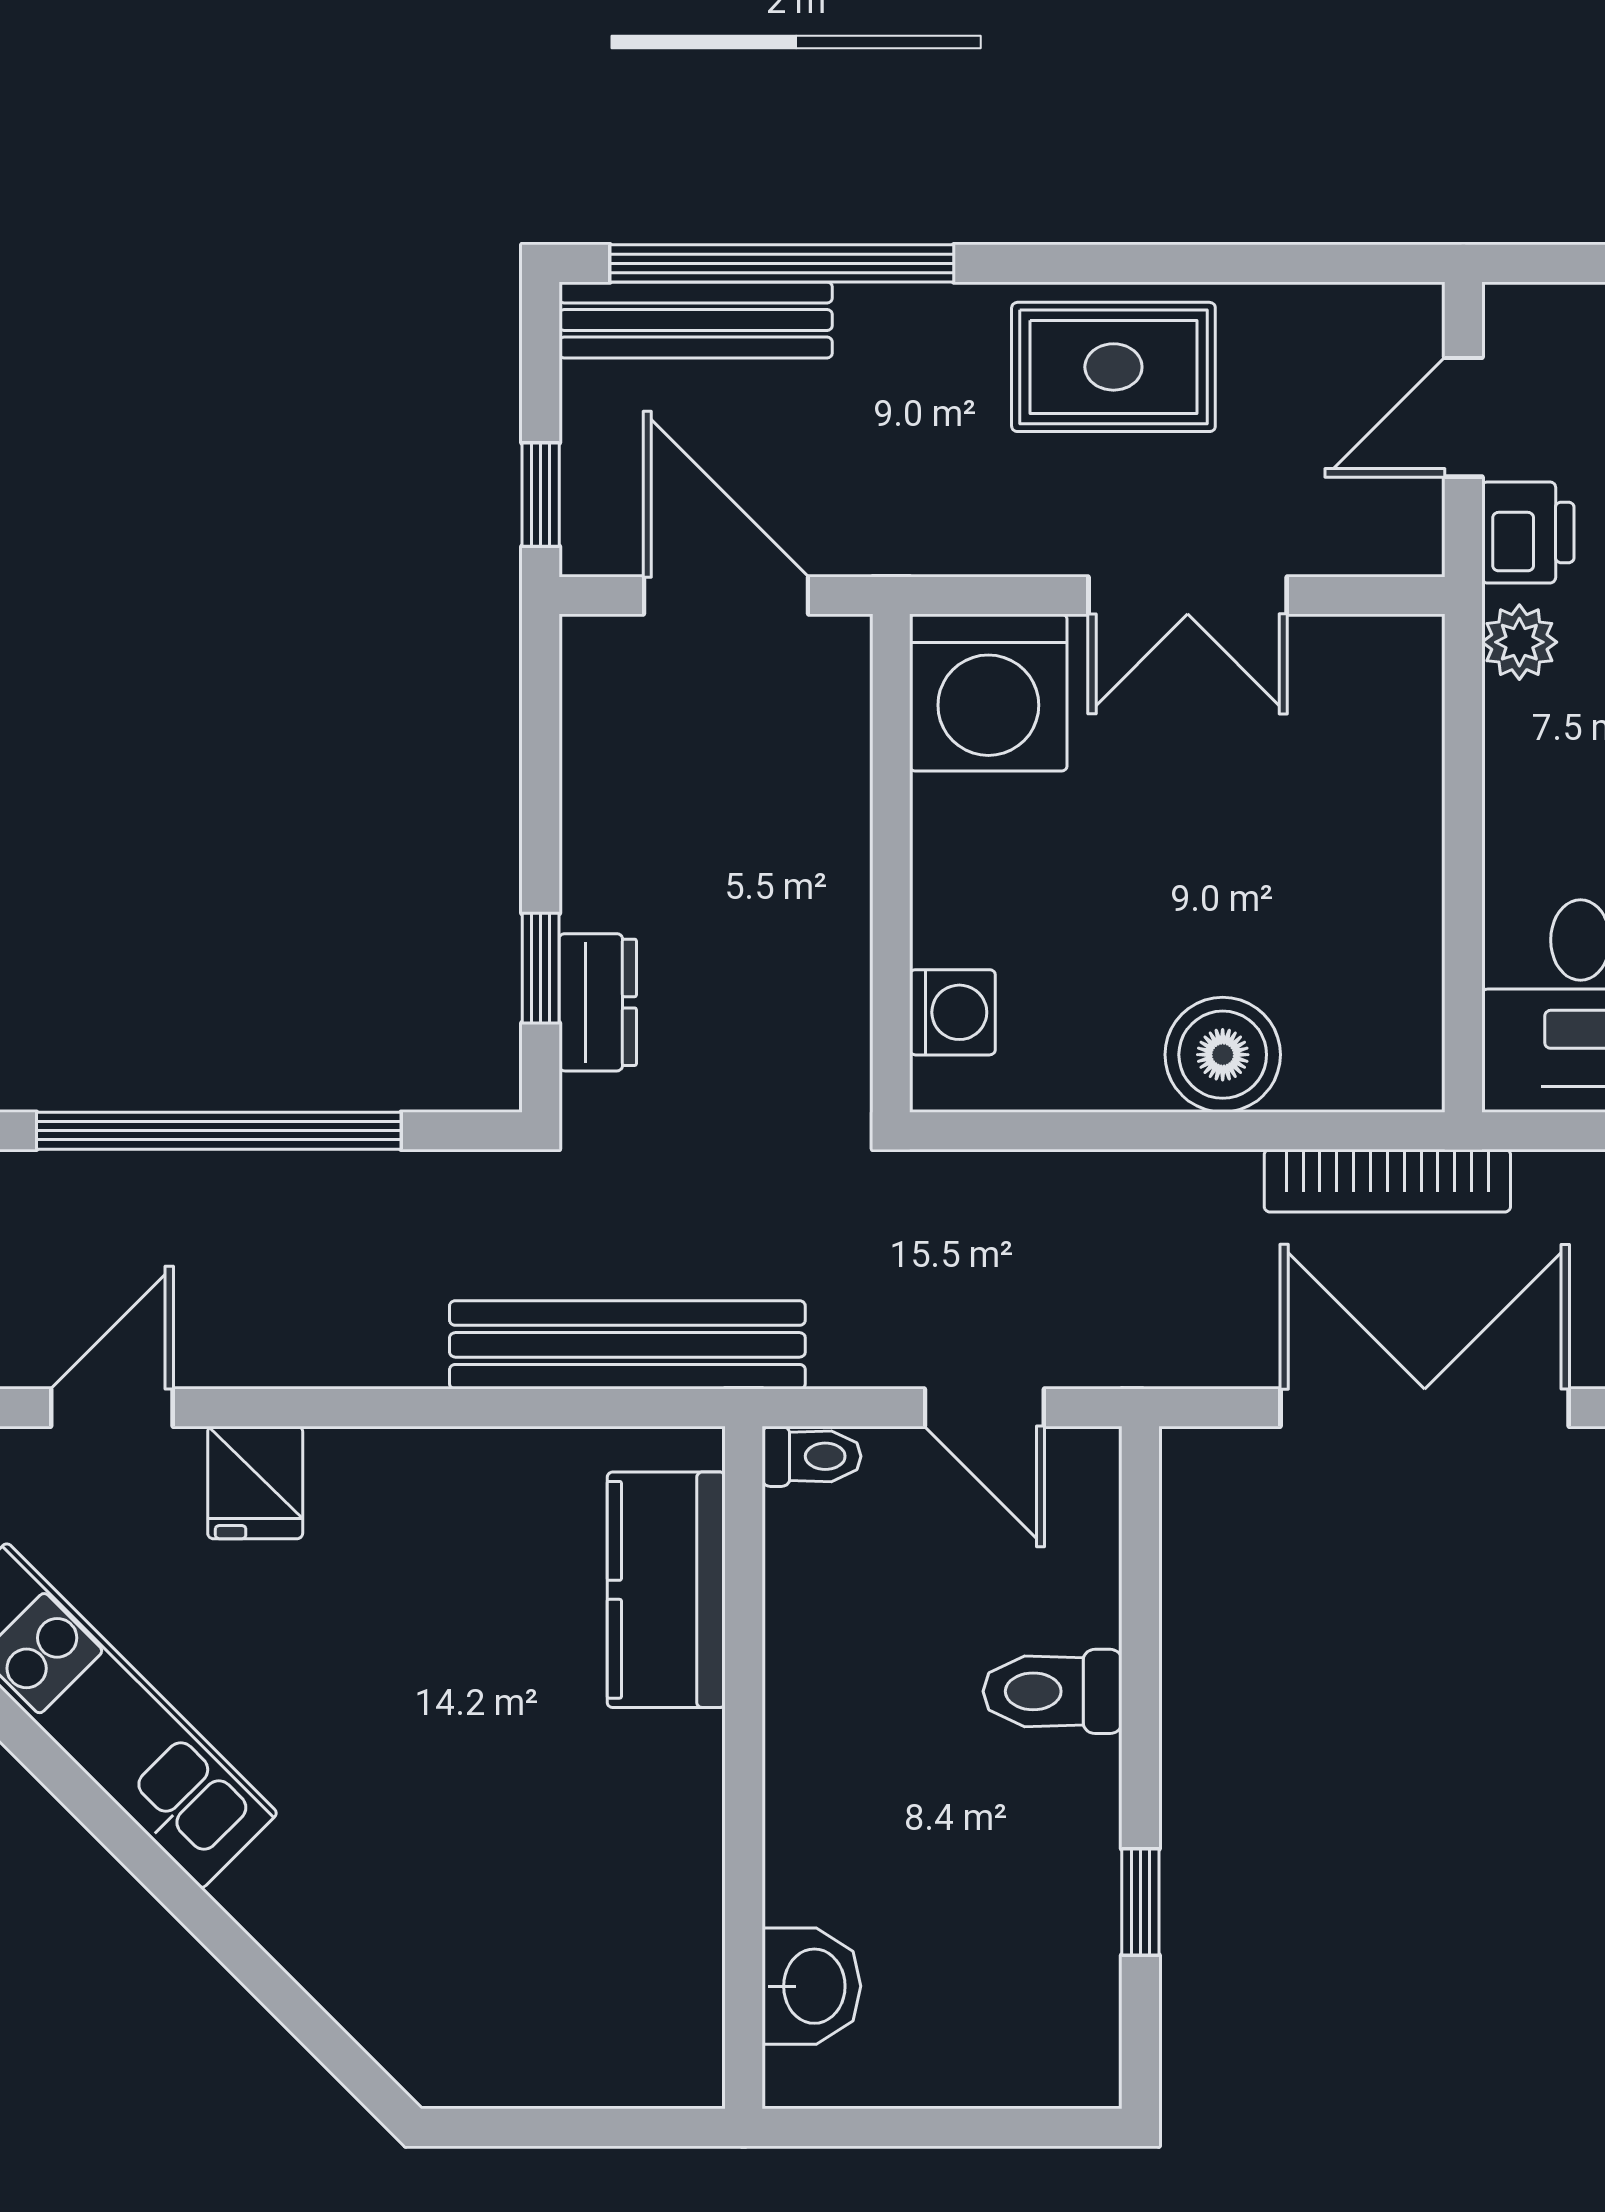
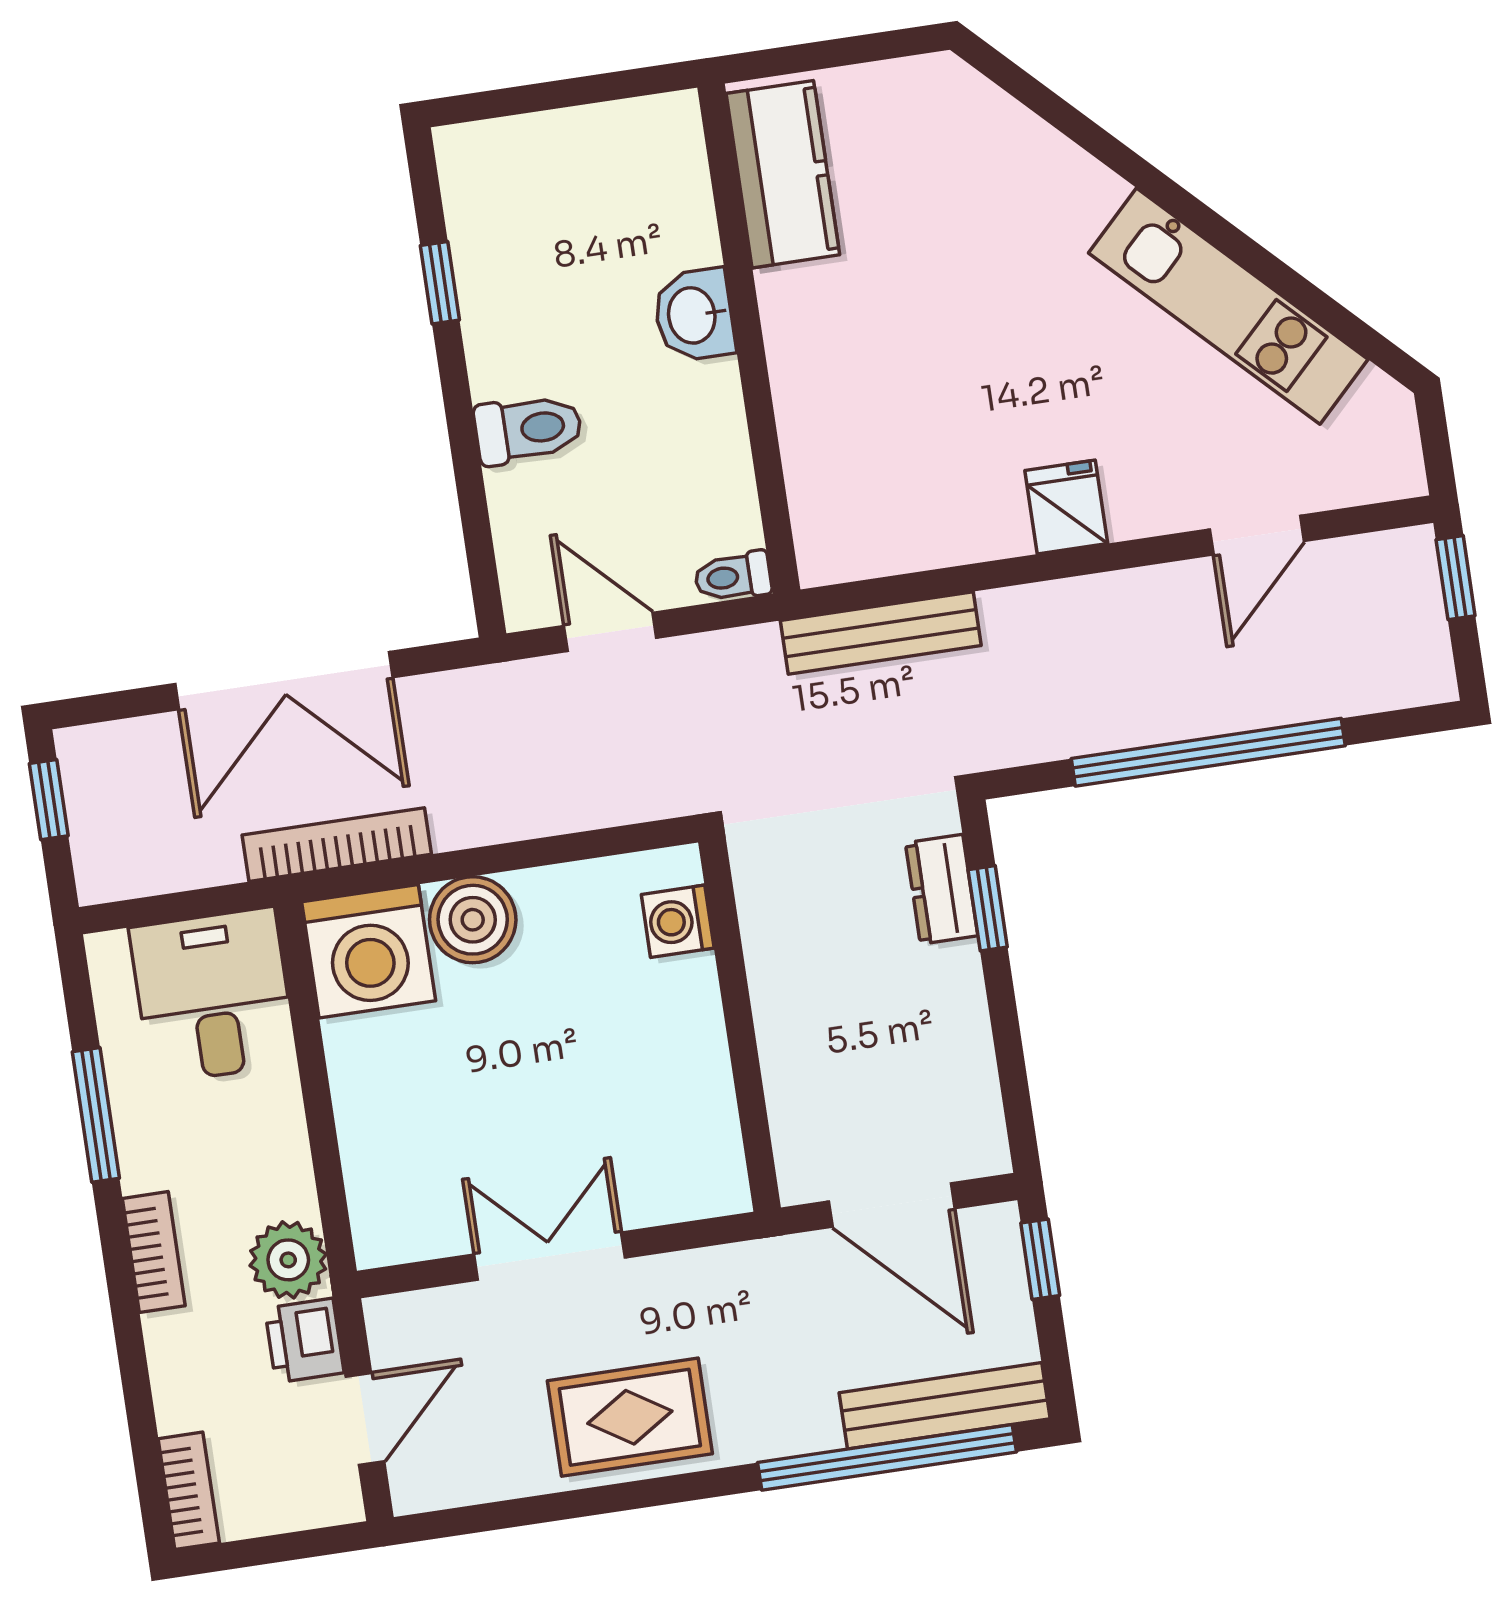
plant: (1519, 642) -> (288, 1260), width x1.38, depth x1.38
washing machine: (988, 693) -> (369, 951), moved, turned 180
bench: (627, 1345) -> (881, 633), width x0.73, depth x0.82
fridge: (255, 1482) -> (1066, 507), moved
kitchen counter: (666, 1590) -> (783, 174), moved
washbasin: (811, 1986) -> (694, 315), moved

